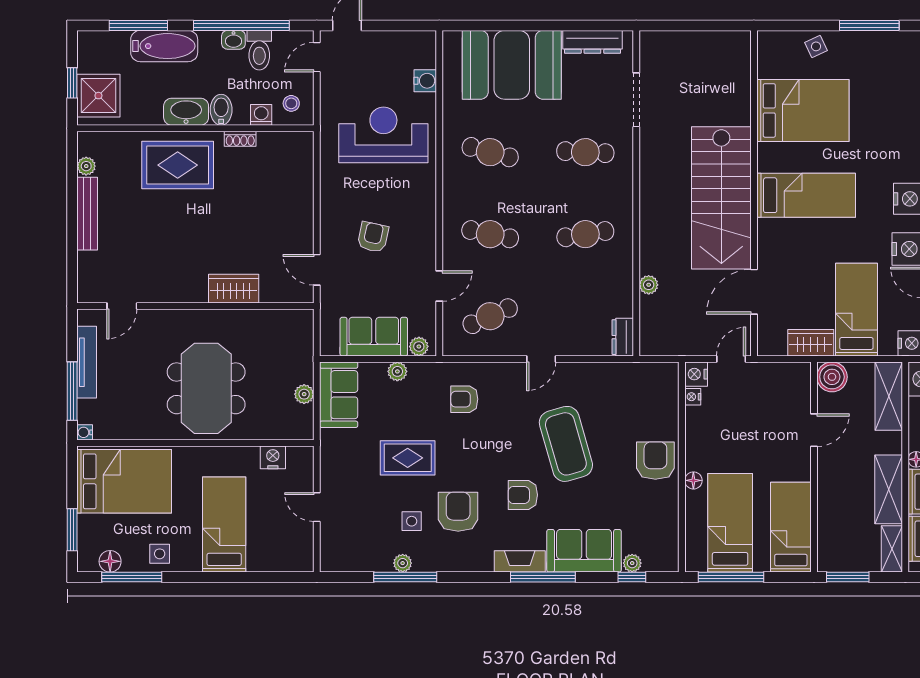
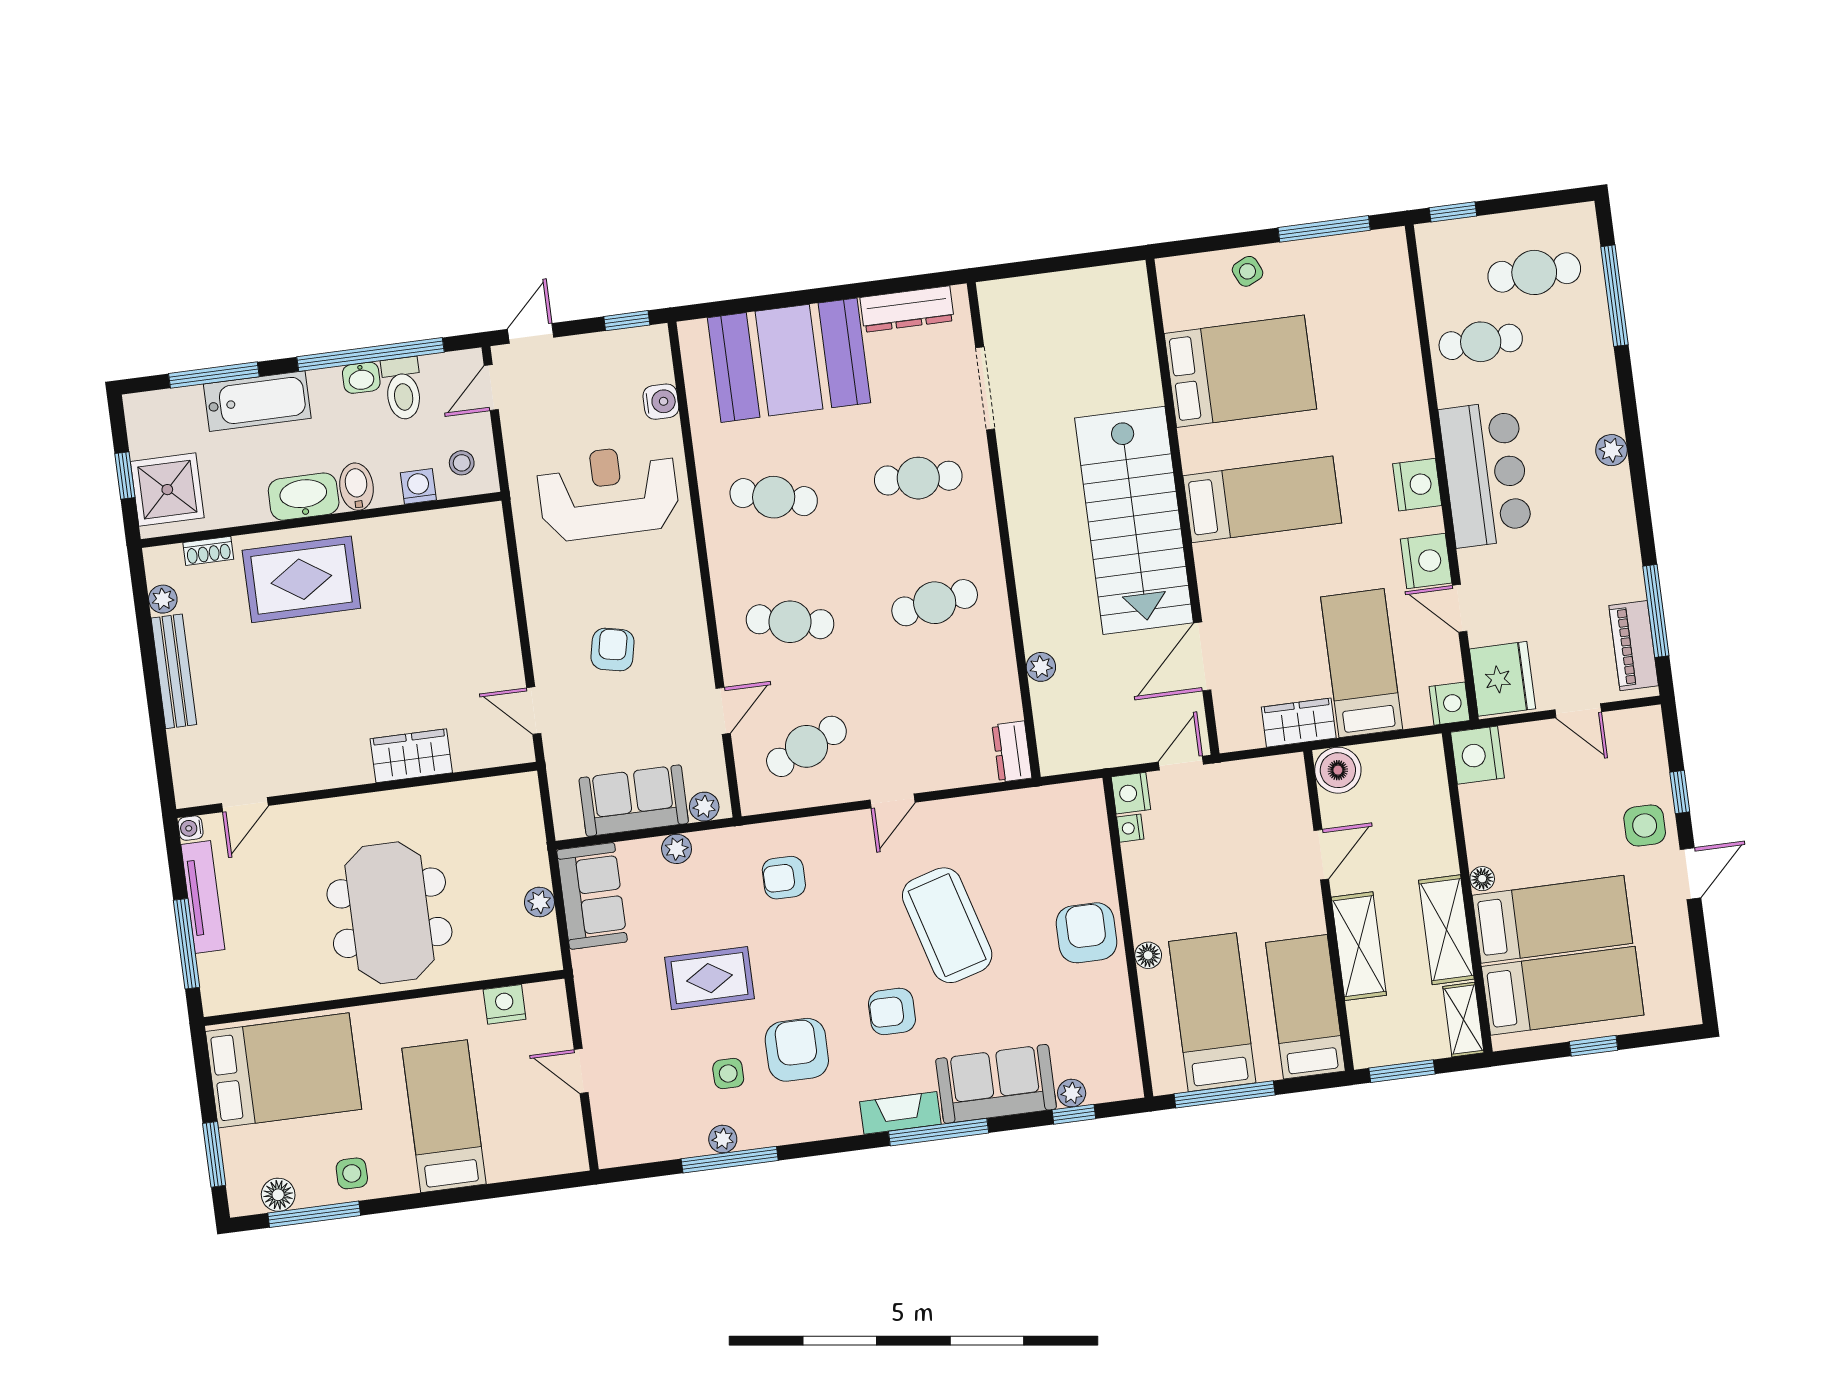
window: (410, 25) -> (627, 321), added
shoe rack: (240, 139) -> (208, 551), moved
shelving: (889, 396) -> (1359, 946), moved
water cooler: (85, 432) -> (191, 828), moved

